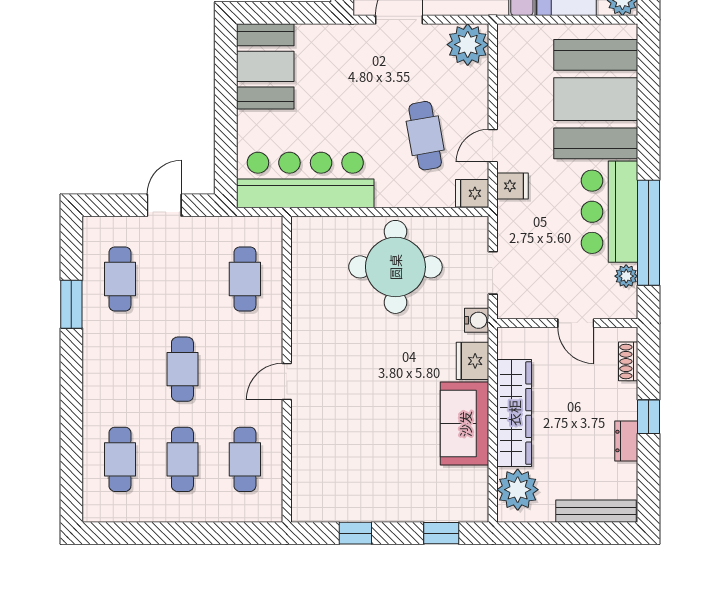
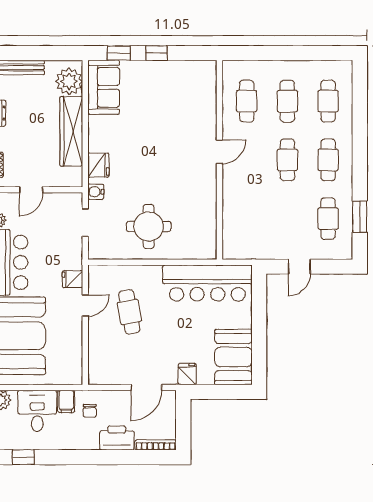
plant: (468, 45) -> (102, 371), removed
fridge: (472, 193) -> (187, 374), moved, turned -90
round table: (395, 267) -> (149, 226), width x0.73, depth x0.73
cafe table: (245, 279) -> (328, 160), moved
window: (71, 304) -> (360, 217), moved
door: (576, 323) -> (31, 190), swing flipped
sofa: (465, 424) -> (104, 87), moved
window: (355, 533) -> (156, 53), moved

